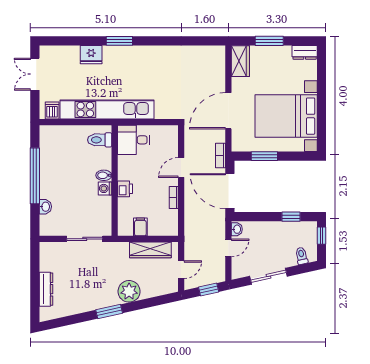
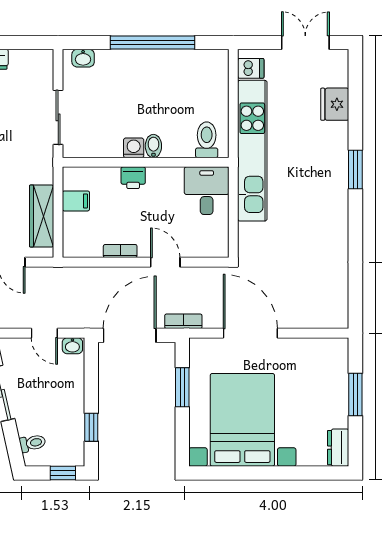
fridge: (91, 55) -> (335, 104), moved
wardrobe: (240, 61) -> (325, 351), removed
washbasin: (45, 207) -> (83, 58), moved

